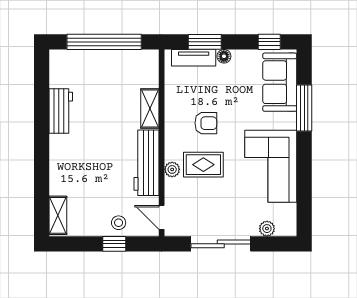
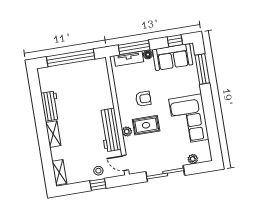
window: (205, 42) -> (134, 47), width x1.44
sofa: (280, 82) -> (173, 57), moved, turned -90
shelving: (150, 108) -> (53, 134), moved
window: (304, 108) -> (202, 69), moved

